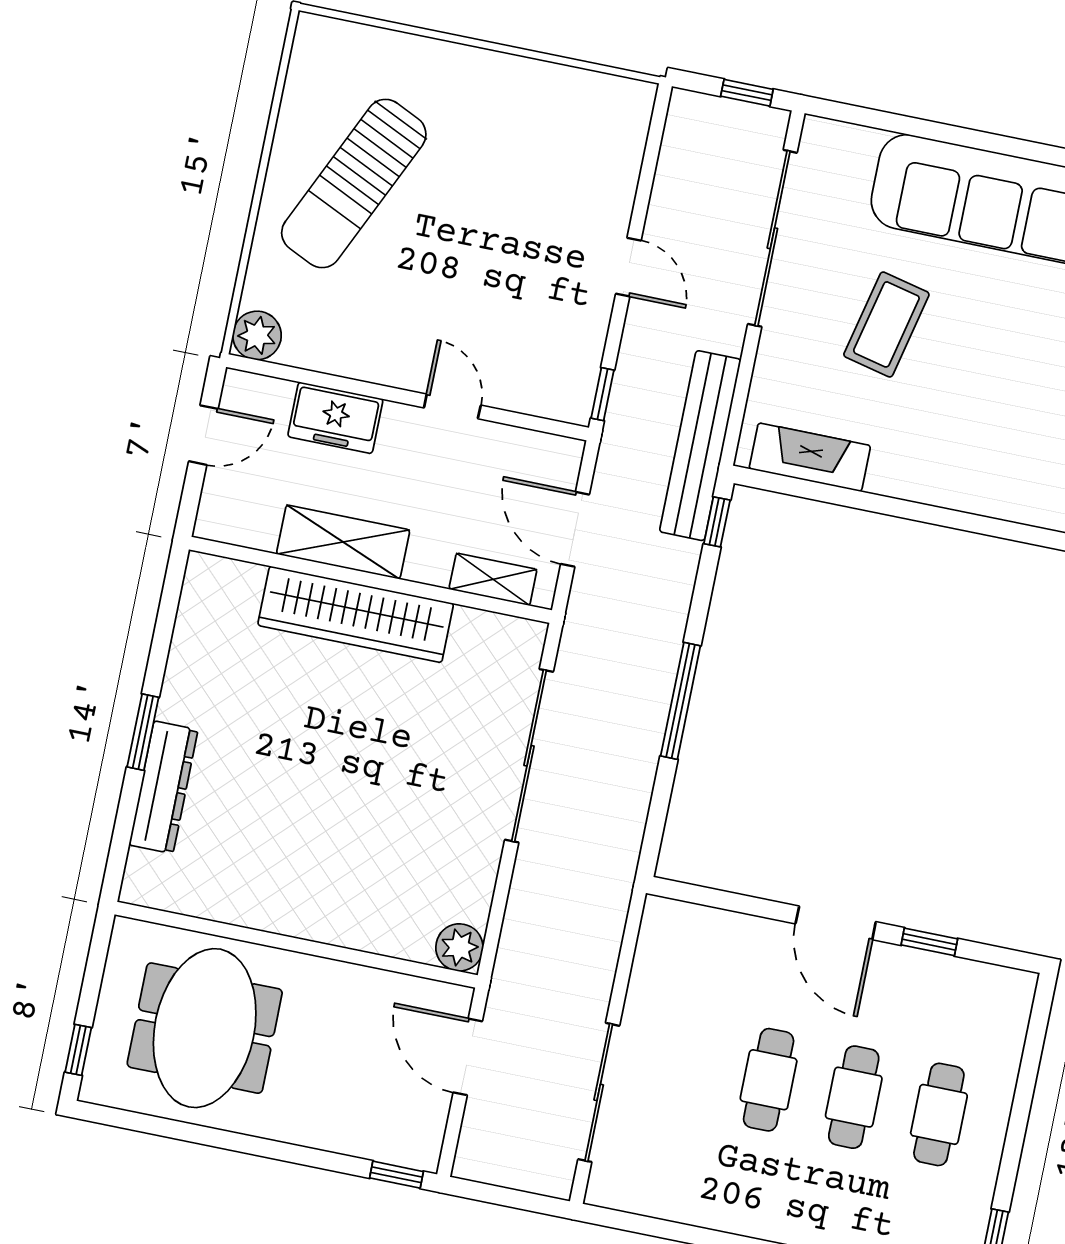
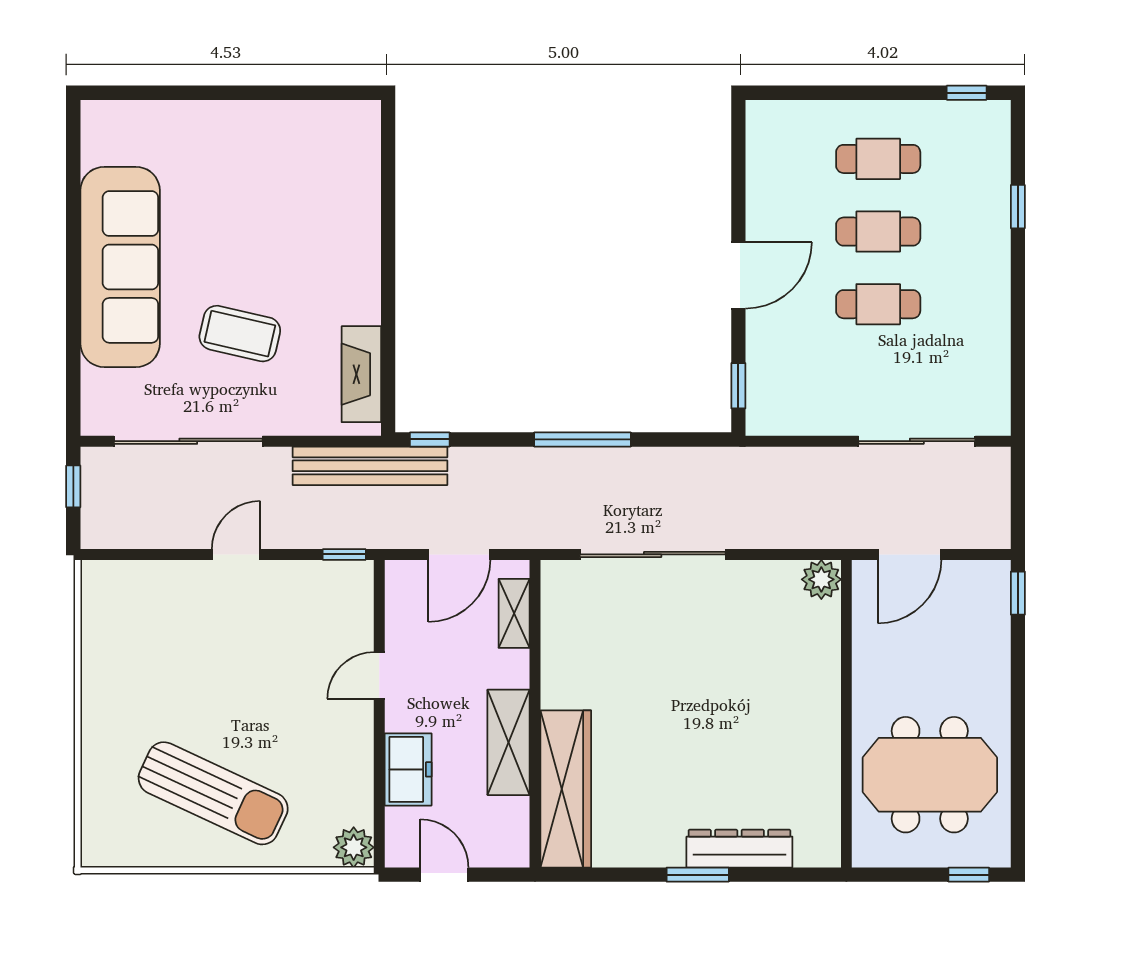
wardrobe: (356, 614) -> (566, 789), moved
window: (929, 942) -> (738, 386), moved

